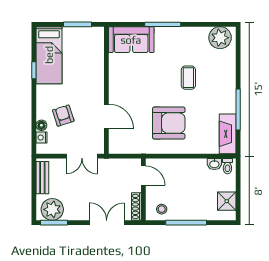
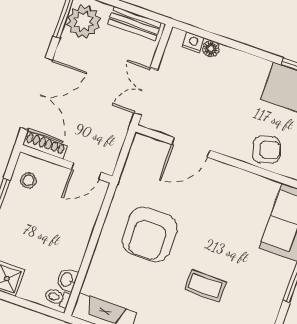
armchair: (63, 116) -> (266, 150), moved
double door: (107, 223) -> (37, 94), width x1.37

